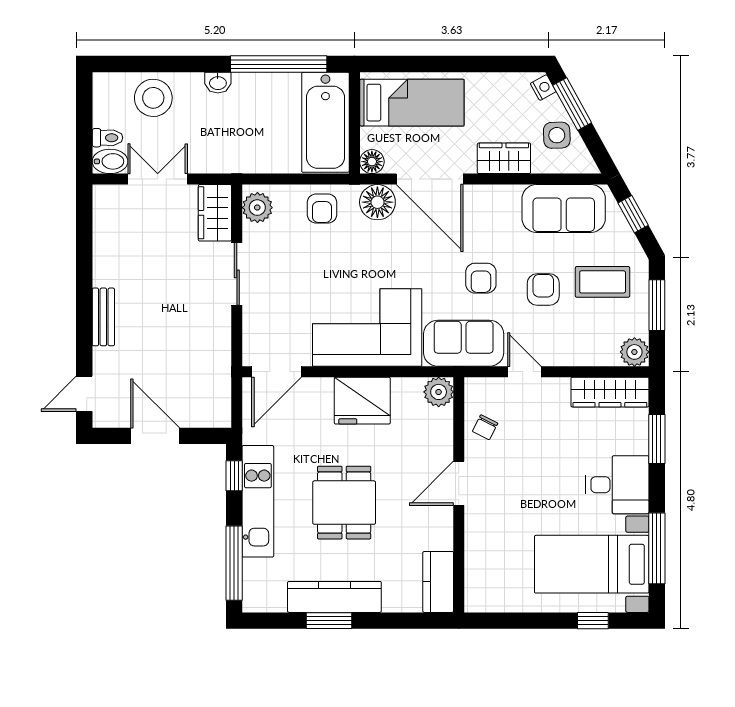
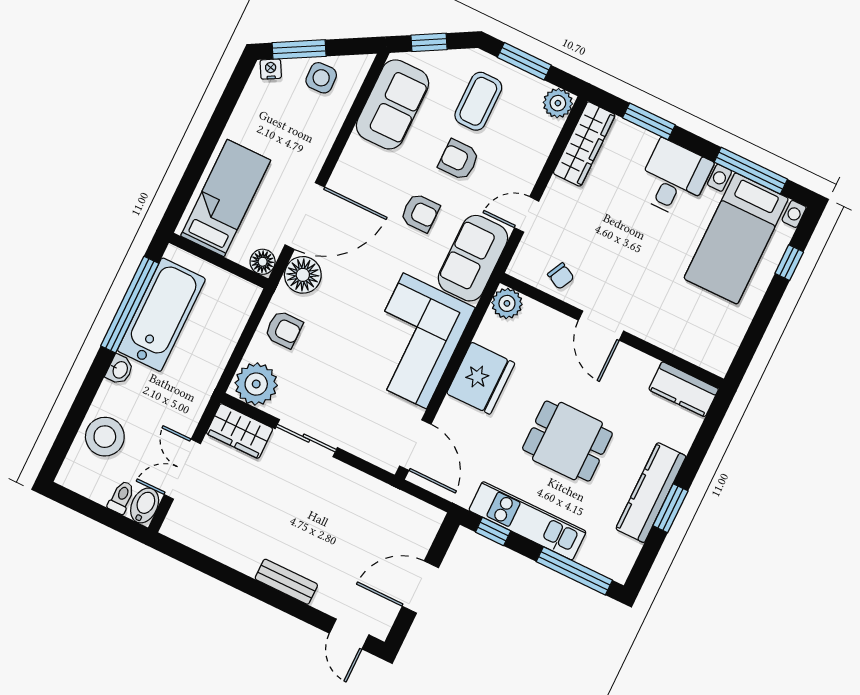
bathtub: (325, 122) -> (161, 315), moved, turned -90
wardrobe: (504, 158) -> (319, 137), removed
plant: (257, 208) -> (256, 384), width x1.36, depth x1.36

